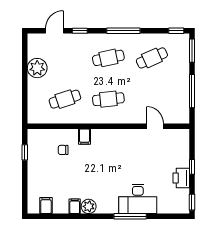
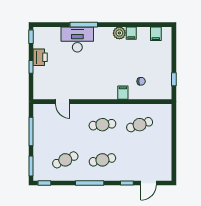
plant: (37, 68) -> (163, 151), removed

